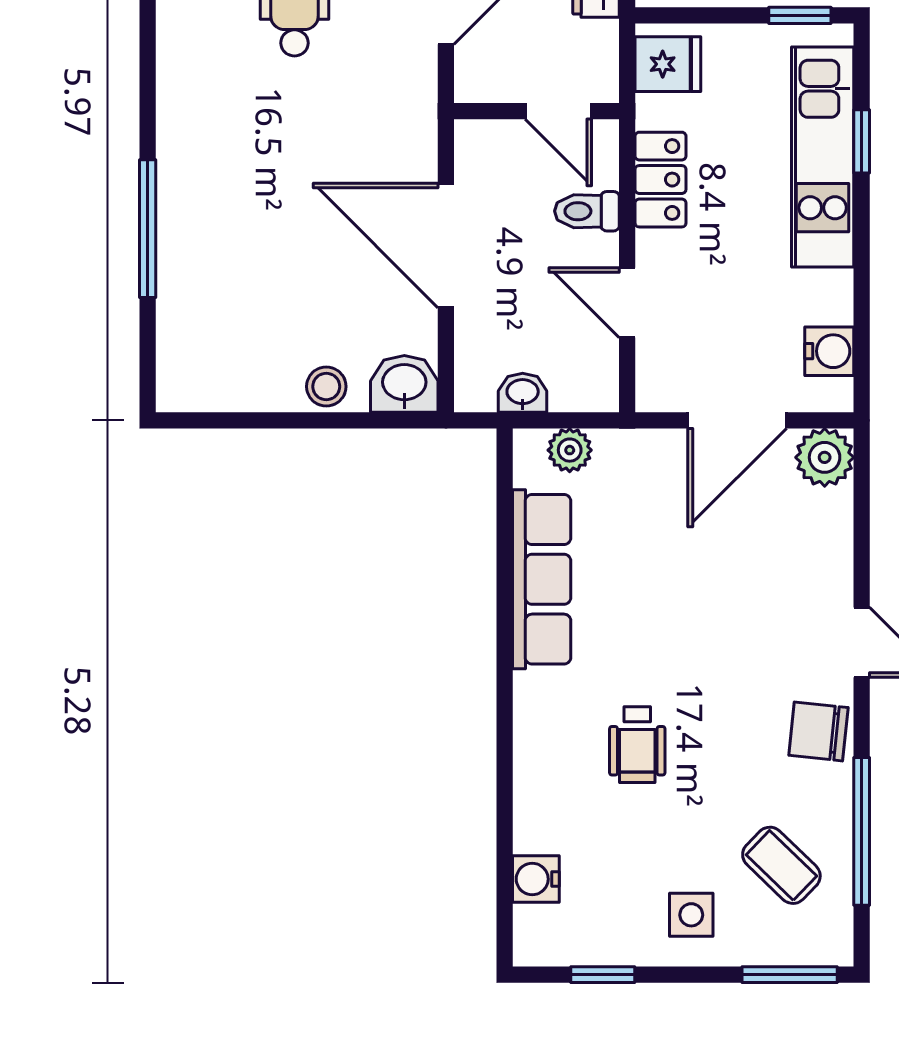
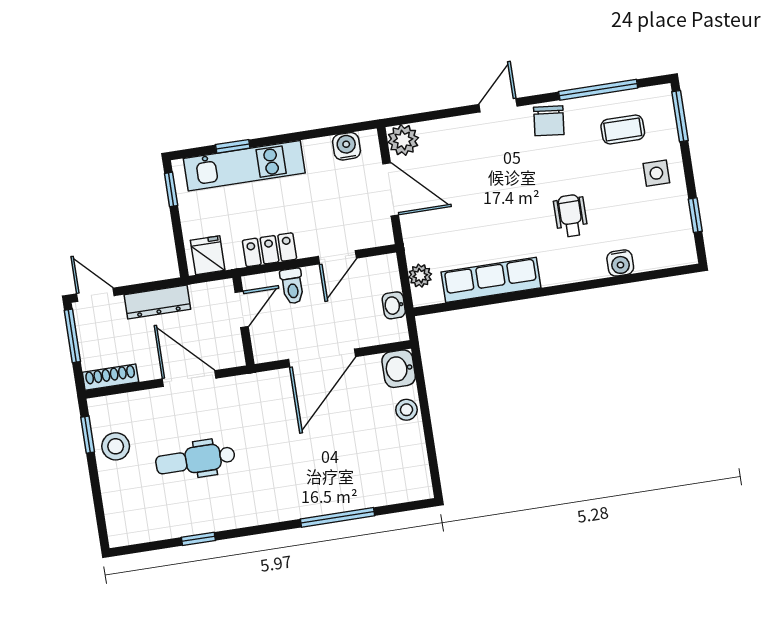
wheelchair: (637, 745) -> (571, 216), turned -90
coffee table: (781, 865) -> (623, 129), turned 46
water cooler: (536, 879) -> (620, 263), moved

